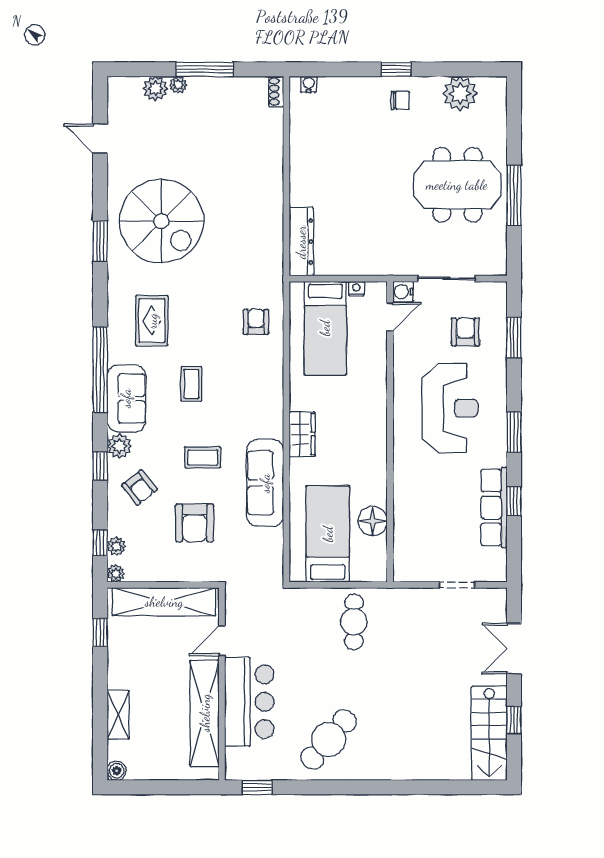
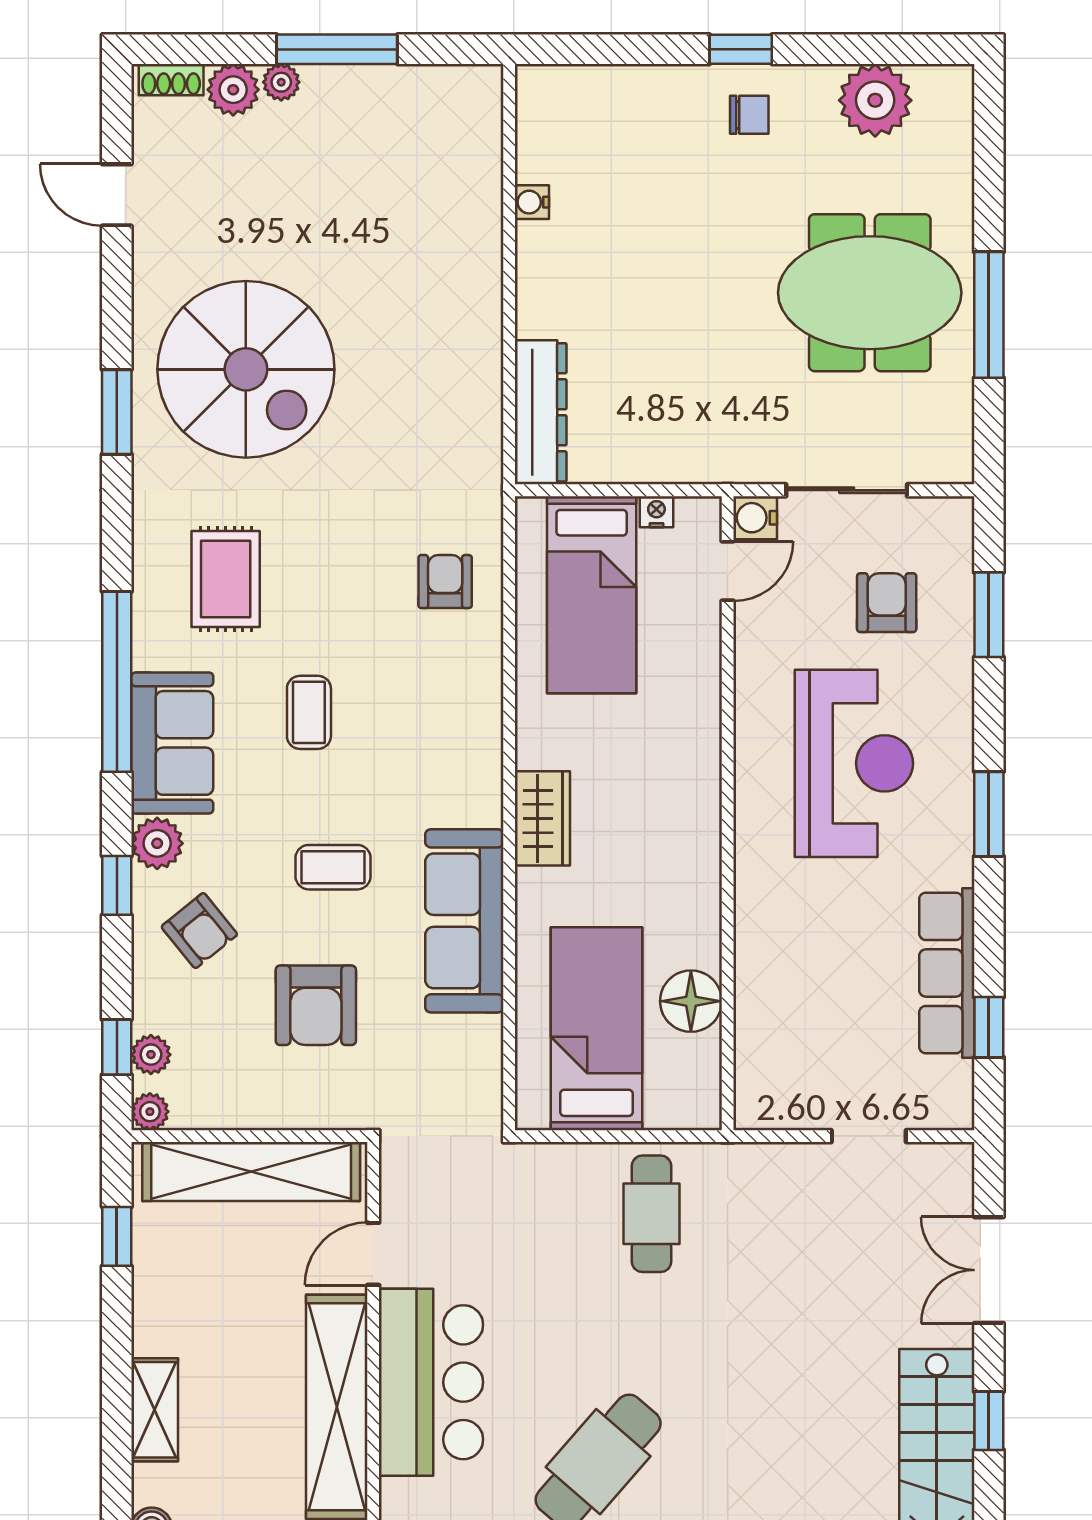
water cooler: (309, 84) -> (532, 202), moved, turned -90
shoe rack: (276, 92) -> (171, 80), moved, turned -90
window: (514, 501) -> (989, 1027), moved

